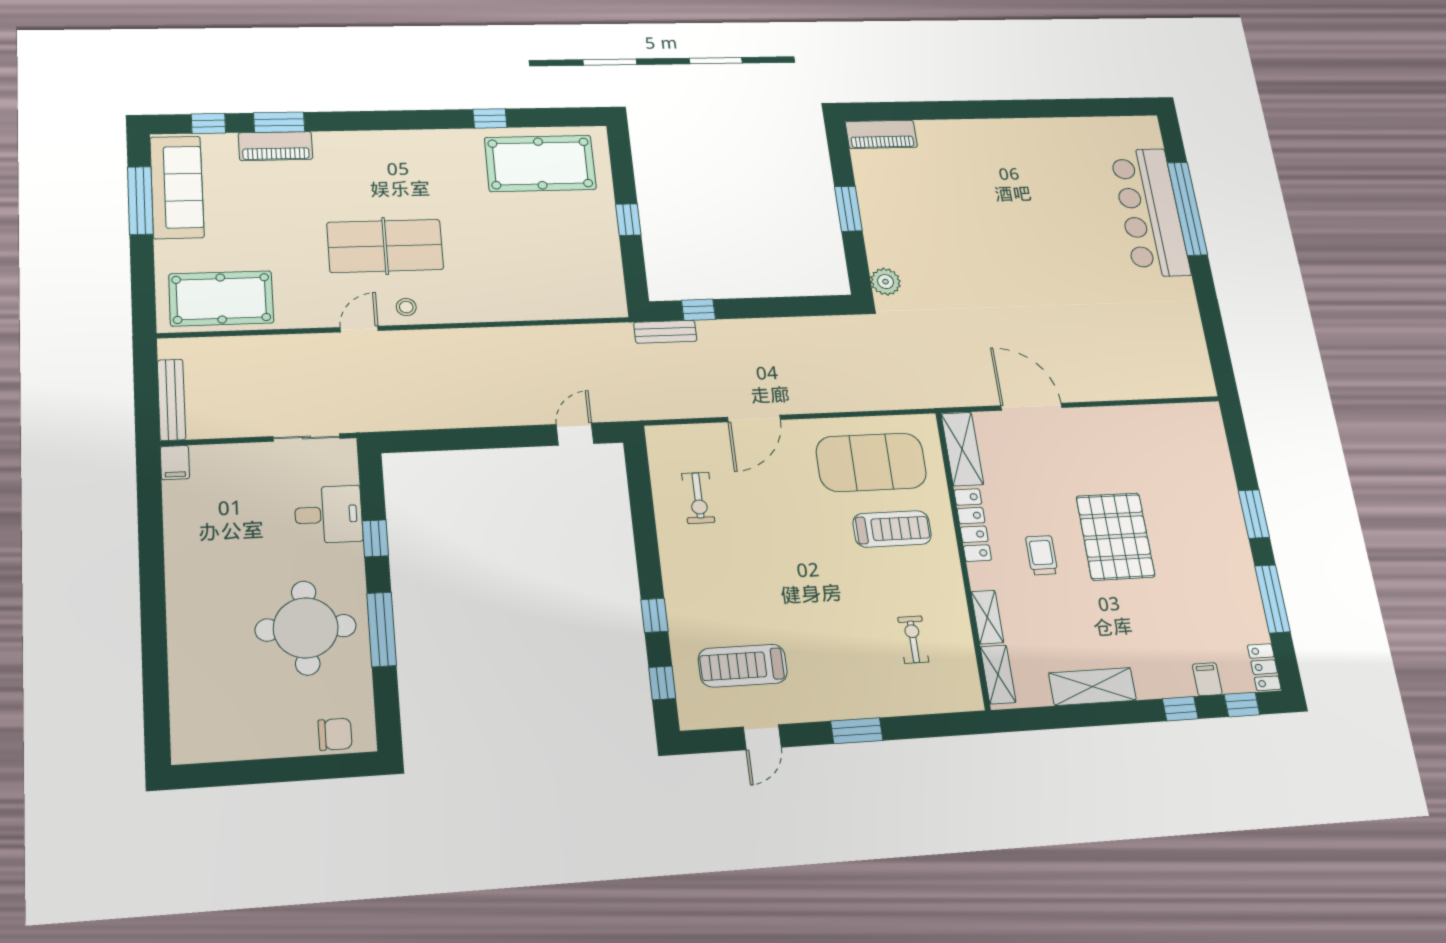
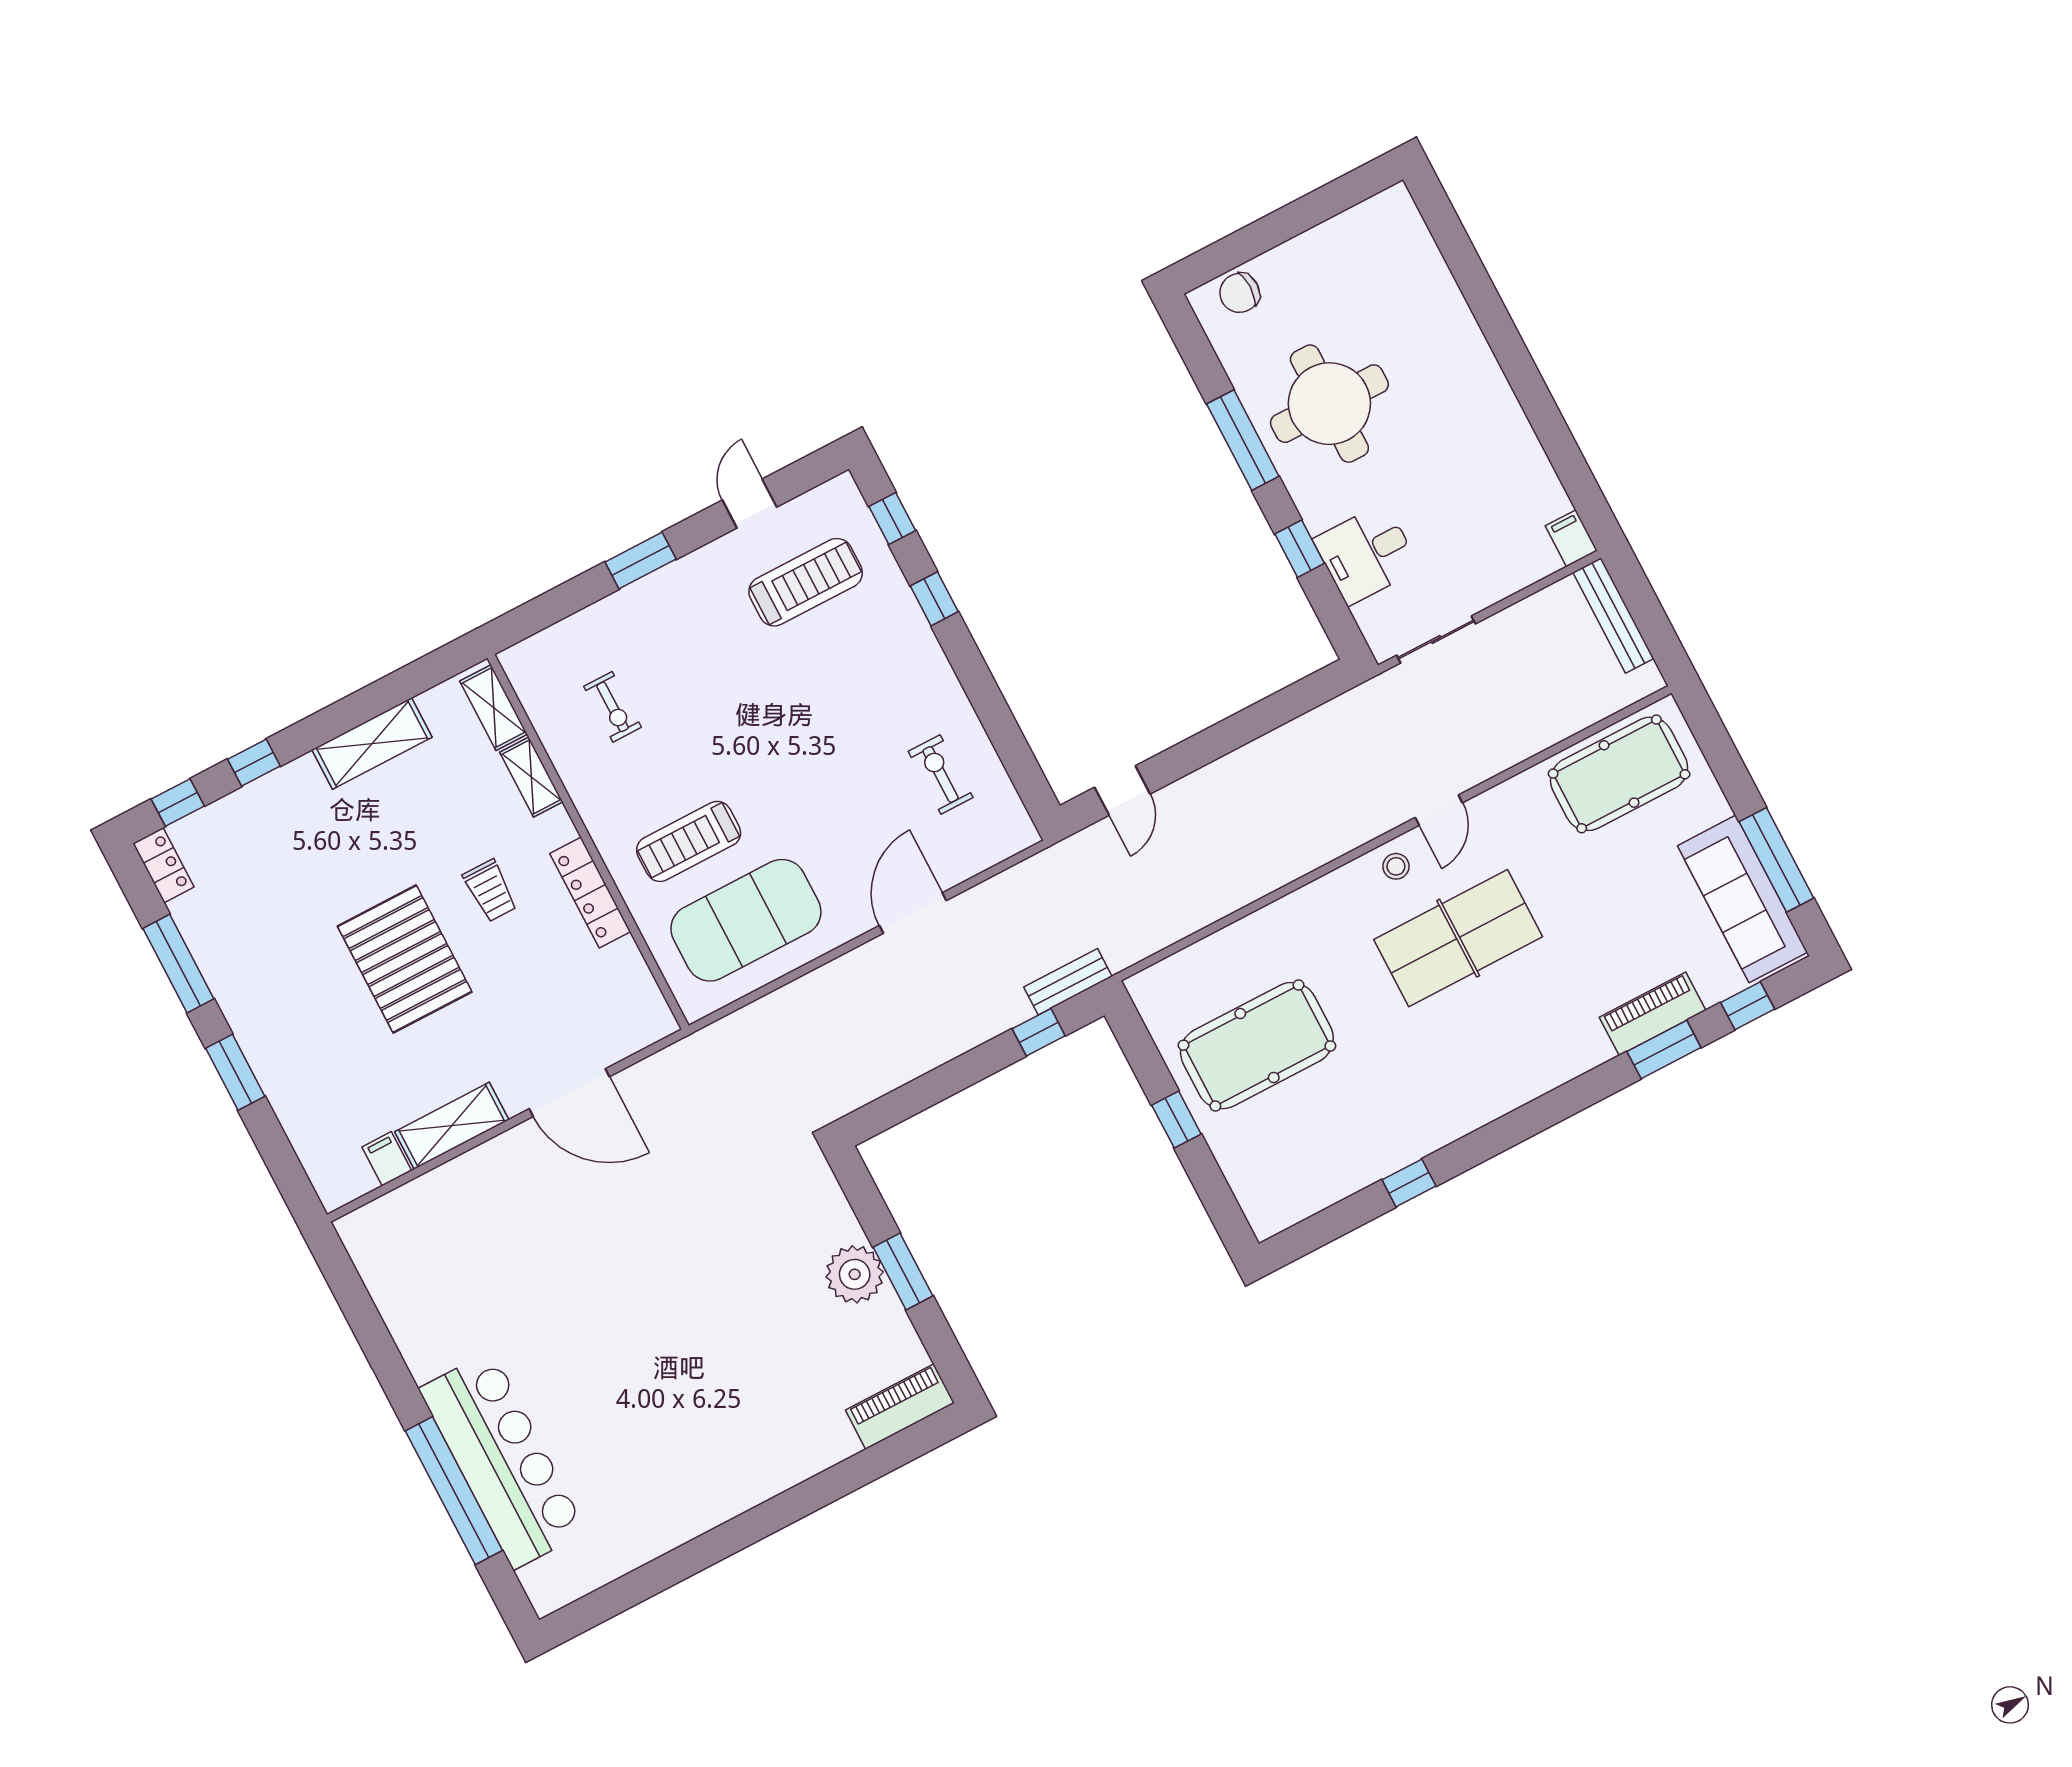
pool table: (540, 163) -> (1257, 1046), moved
plant: (886, 282) -> (855, 1274), moved, width x1.36, depth x1.36
shelving: (962, 449) -> (452, 1126), moved, turned 90
filing cabinet: (1207, 679) -> (387, 1159), moved, turned 180

